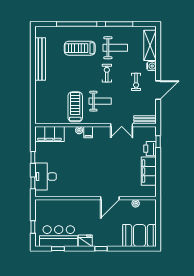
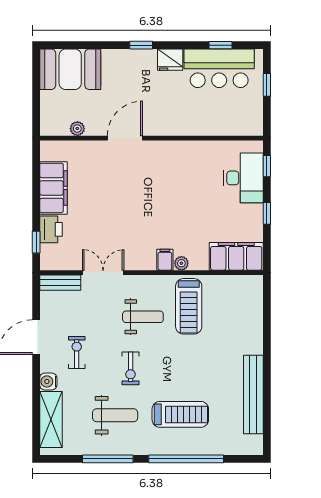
weight bench: (115, 48) -> (115, 415), turned 180
weight bench: (100, 101) -> (143, 317), turned 180

